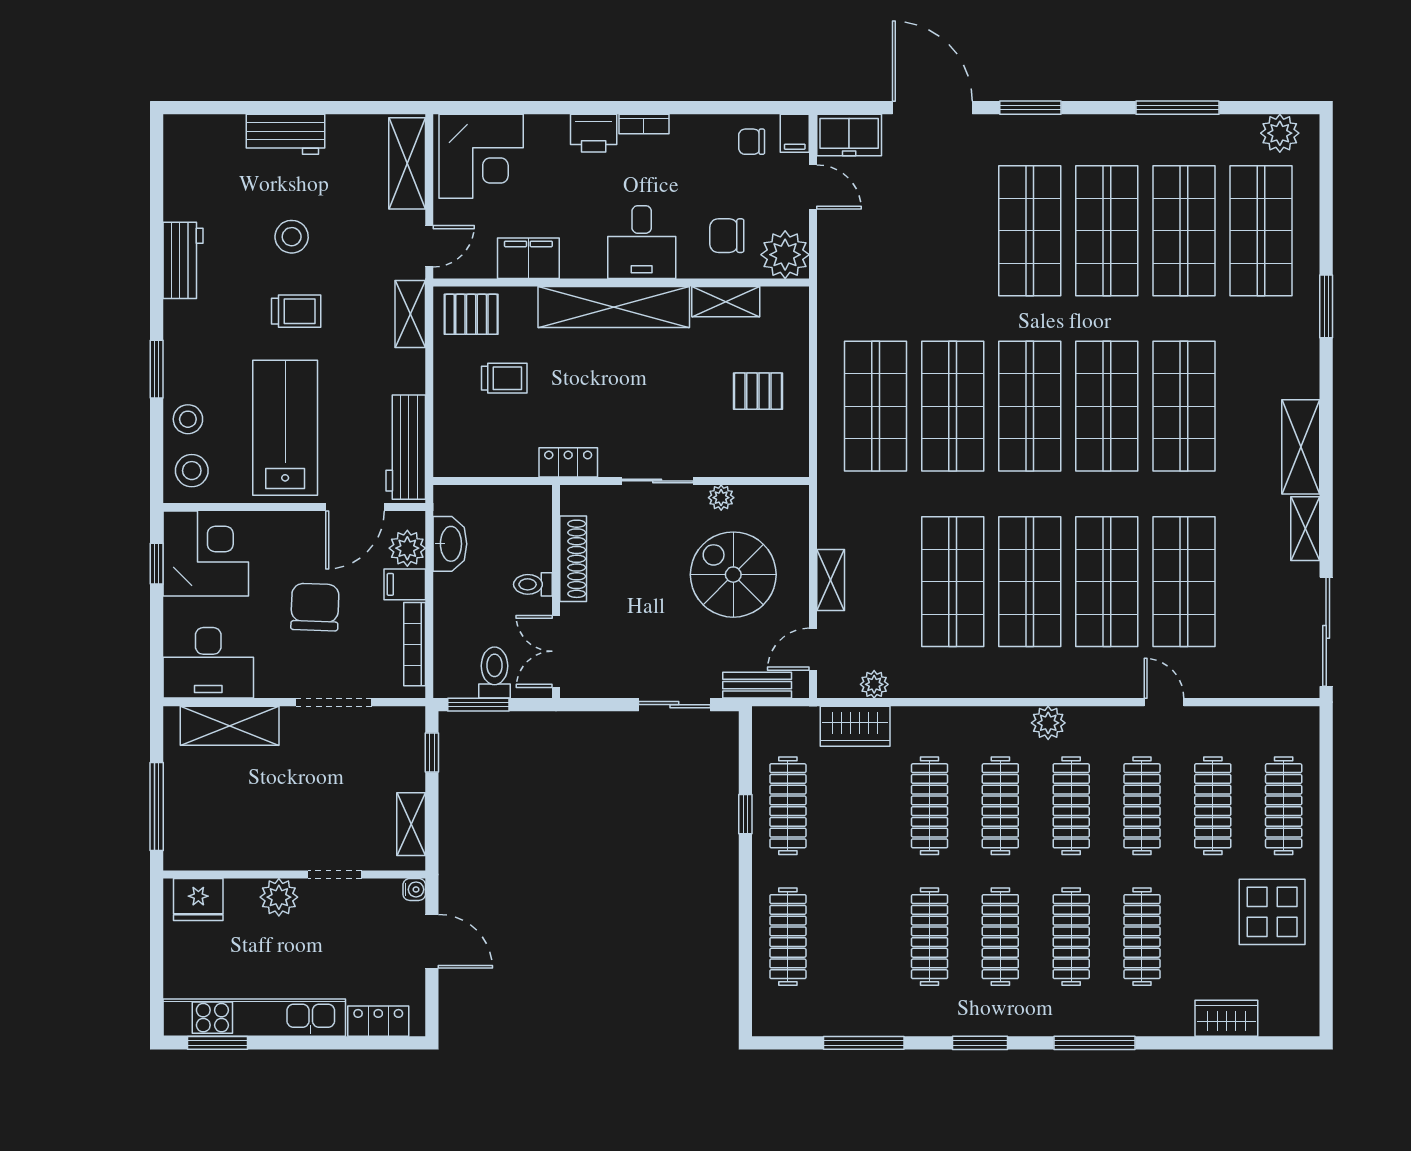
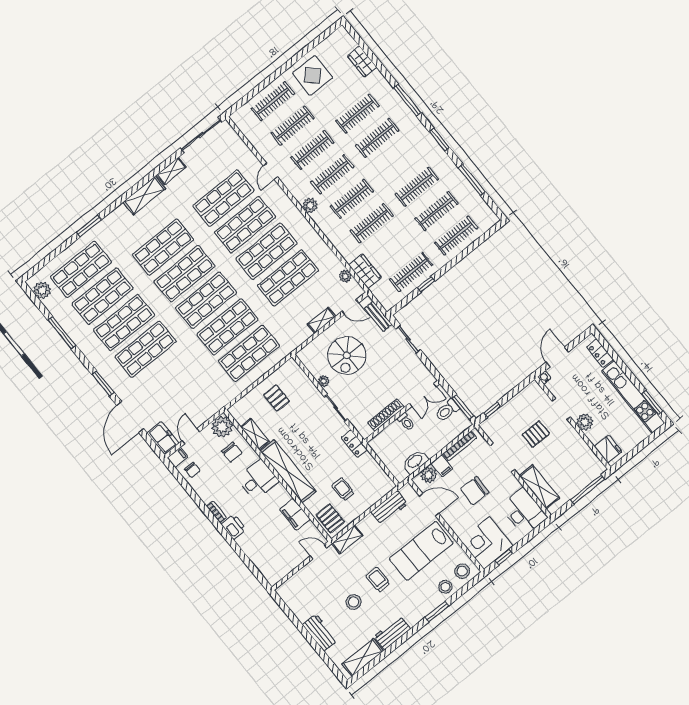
corner desk: (481, 156) -> (273, 559), removed
shelving: (407, 163) -> (363, 657), moved
workbench: (406, 447) -> (389, 508), width x0.73
pallet: (327, 794) -> (536, 434), added
shelving: (411, 824) -> (523, 397), removed
clothes rail: (1000, 937) -> (437, 211), moved

